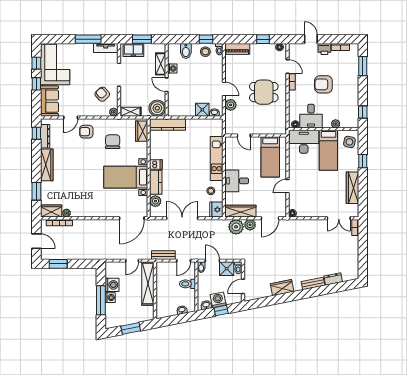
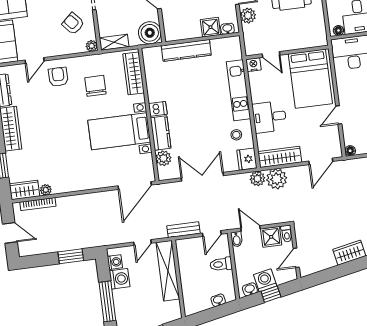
kitchen counter: (168, 124) -> (186, 50), moved
wardrobe: (142, 131) -> (134, 73), width x1.50
armchair: (86, 132) -> (58, 77), turned 90
nightstand: (230, 141) -> (253, 65), added
bed: (270, 157) -> (310, 79), width x1.50
plant: (250, 225) -> (257, 179), moved
window: (58, 264) -> (71, 256), moved
washing machine: (110, 298) -> (115, 262), moved

